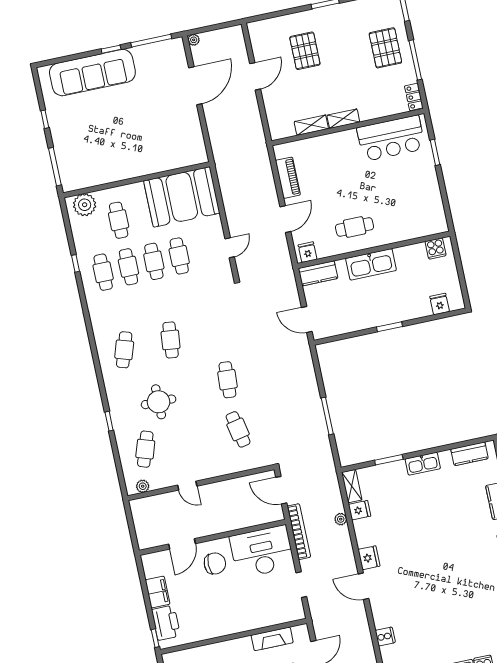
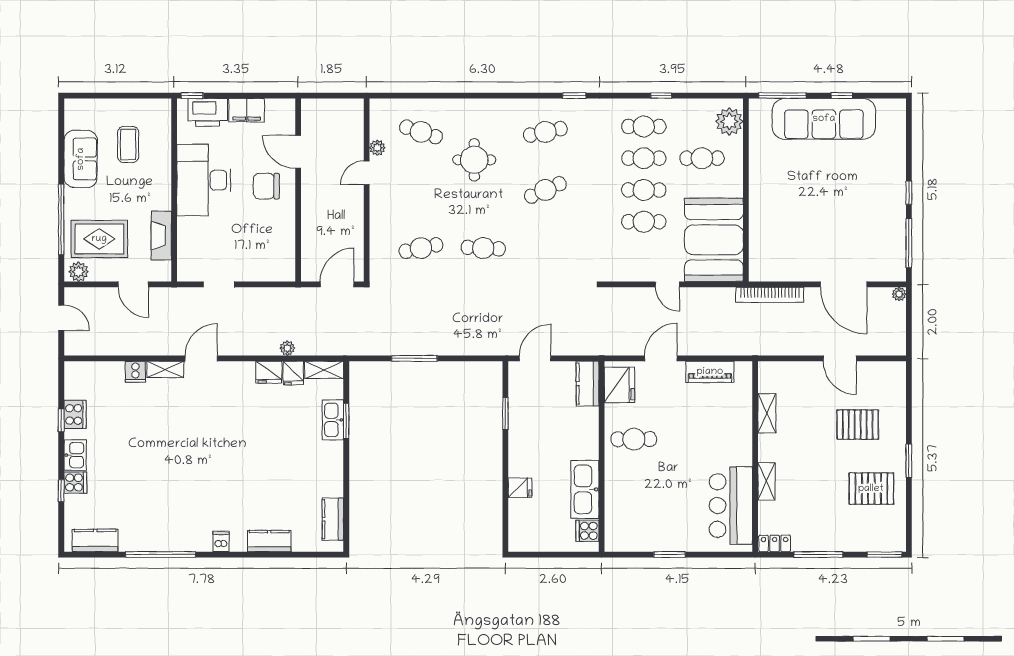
pallet: (385, 48) -> (871, 489), moved
sofa: (92, 73) -> (824, 119), moved, turned -90
shelving: (343, 119) -> (766, 481), moved
window: (435, 152) -> (669, 555), moved
door: (285, 219) -> (661, 358), swing flipped
cafe table: (355, 227) -> (634, 439), turned 90
door: (230, 248) -> (667, 284), moved
fridge: (308, 252) -> (619, 385), width x1.88, depth x1.34
kitchen sink: (371, 264) -> (585, 489), moved
fridge: (440, 304) -> (520, 488), moved
window: (390, 327) -> (505, 414), moved
cafe table: (171, 340) -> (545, 190), turned -30
cafe table: (124, 350) -> (545, 132), turned -30
window: (109, 421) -> (574, 96), moved
kitchen sink: (423, 464) -> (333, 420), moved
plant: (143, 486) -> (377, 148), moved
bookcase: (299, 532) -> (770, 295), moved
desk: (262, 552) -> (204, 180), moved, turned 180
fridge: (369, 558) -> (269, 372), moved
chair: (215, 563) -> (266, 186), turned 90
shelving: (378, 613) -> (165, 369), added

